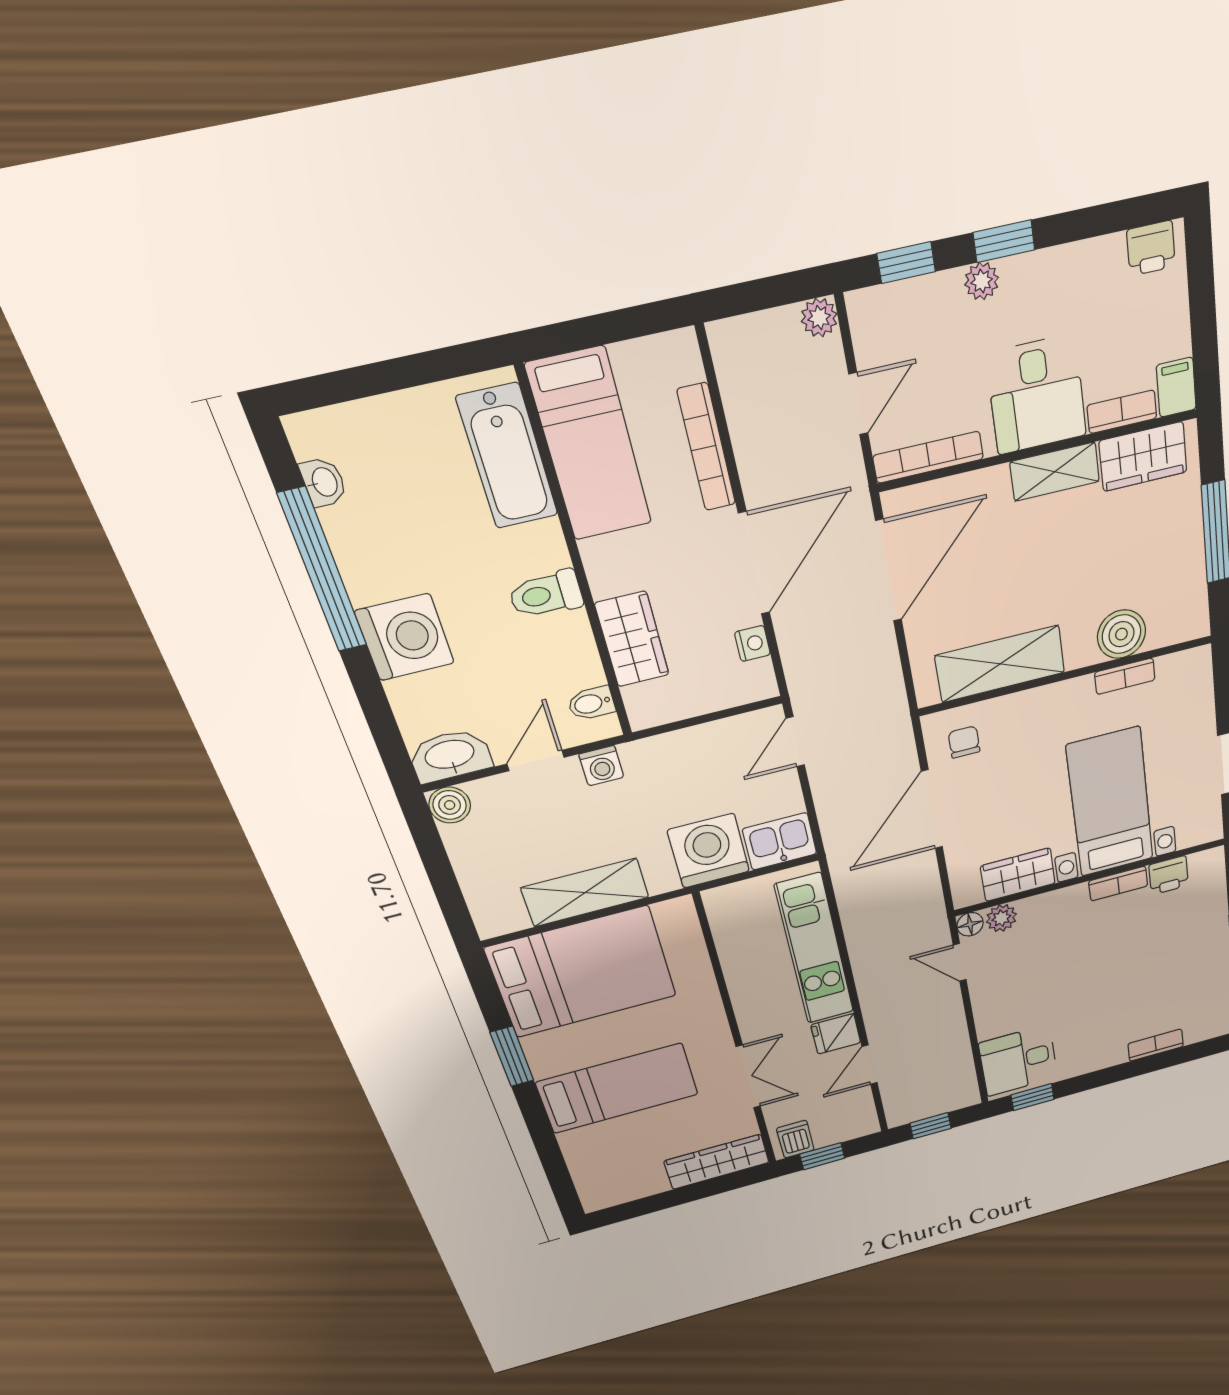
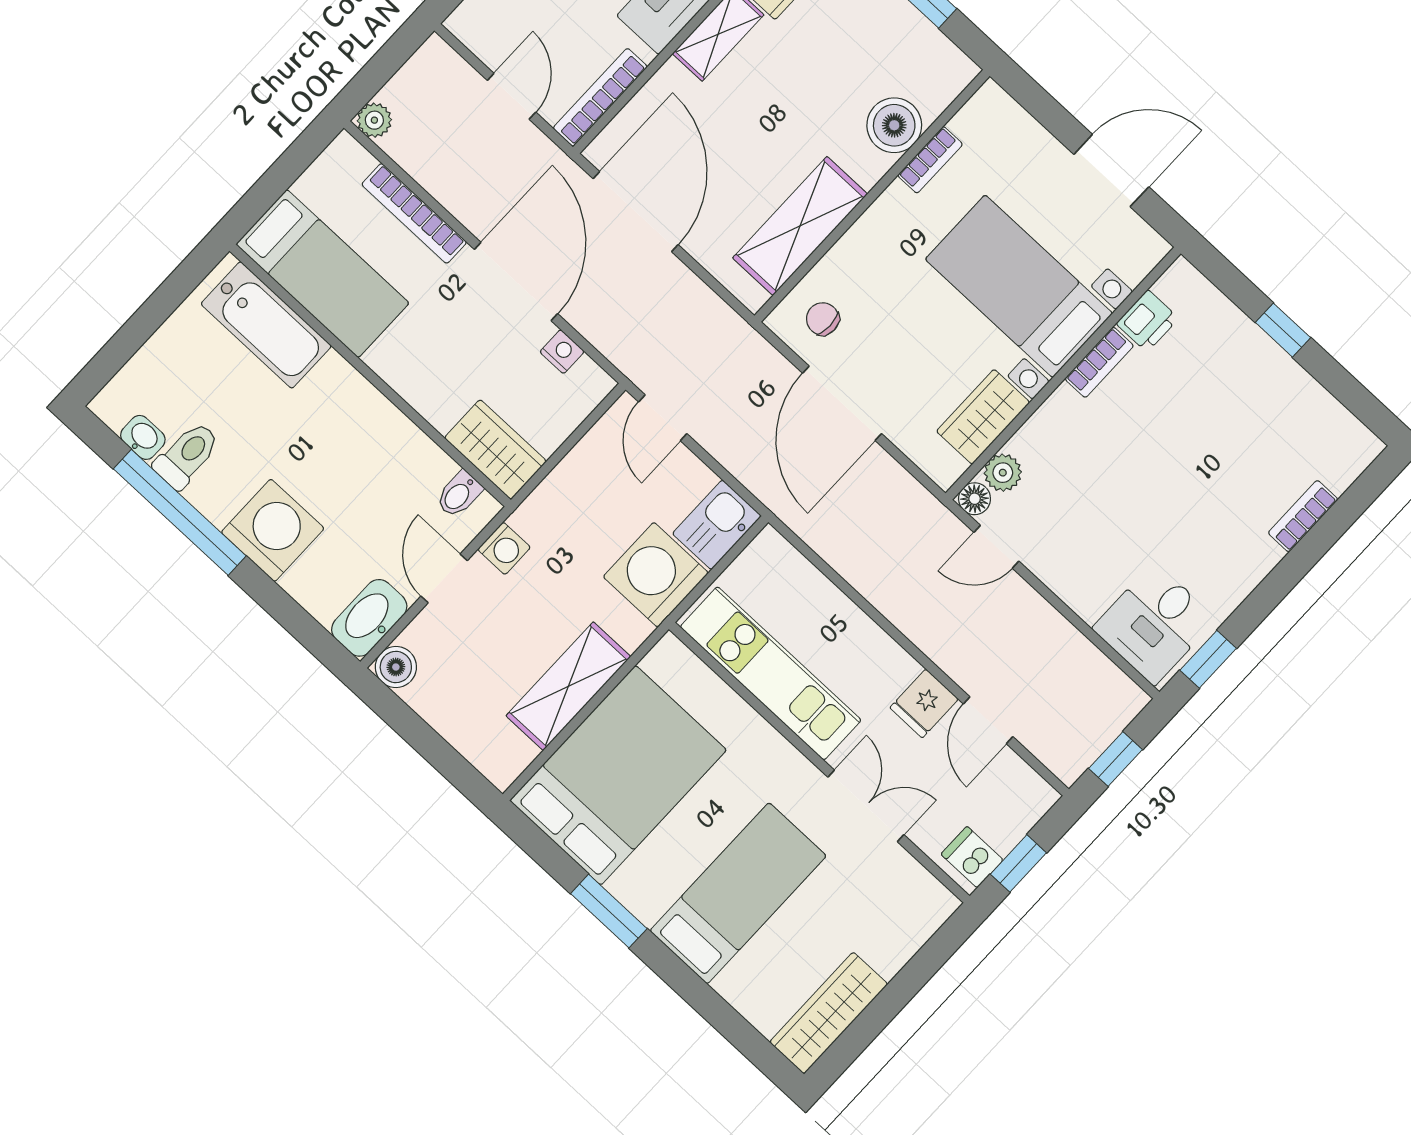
plant: (819, 318) -> (374, 120), moved
toilet: (546, 594) -> (187, 455), moved, turned 180
wardrobe: (632, 639) -> (495, 450), moved
kitchen unit: (815, 949) -> (771, 673), moved, turned 180
wardrobe: (717, 1162) -> (829, 1013), moved

